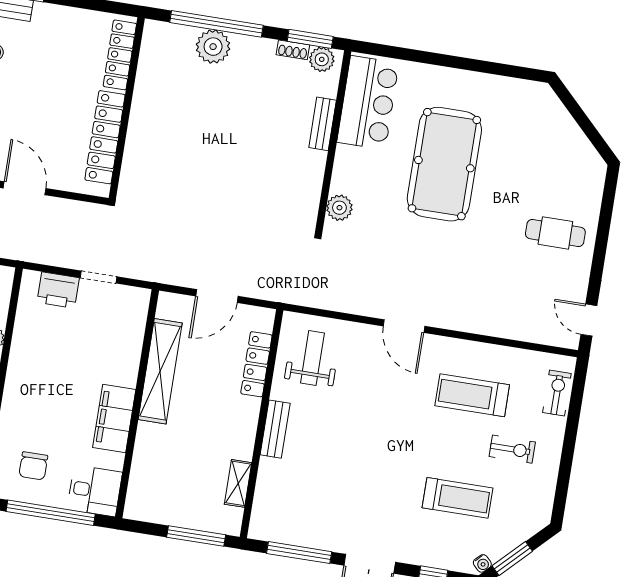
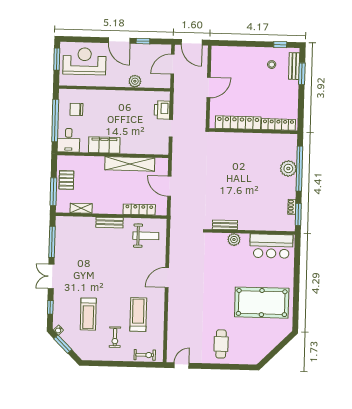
plant: (322, 59) -> (289, 221), removed
bench: (323, 124) -> (225, 225), moved
pool table: (444, 164) -> (262, 303), moved
plant: (339, 208) -> (234, 240), moved
pallet: (176, 506) -> (66, 180), added

